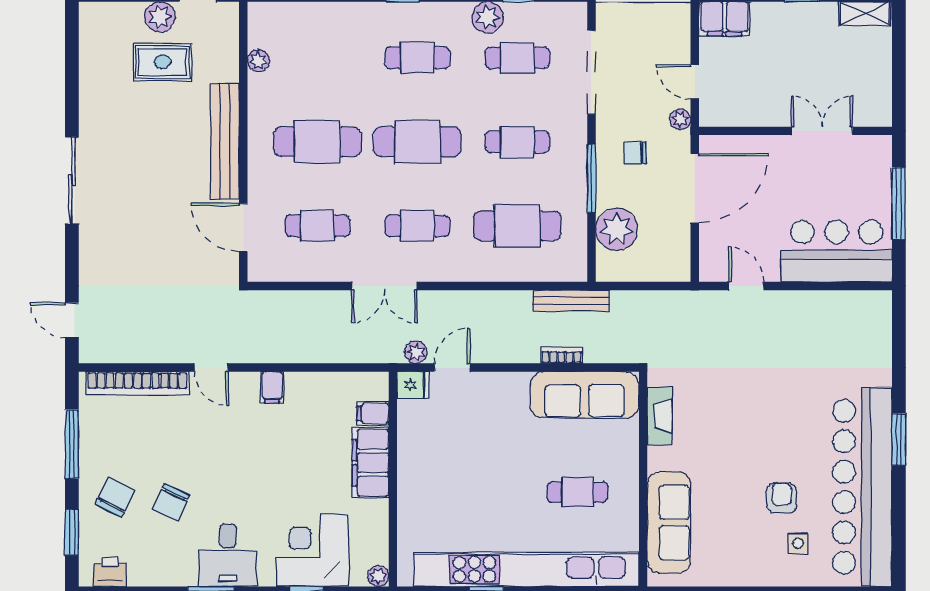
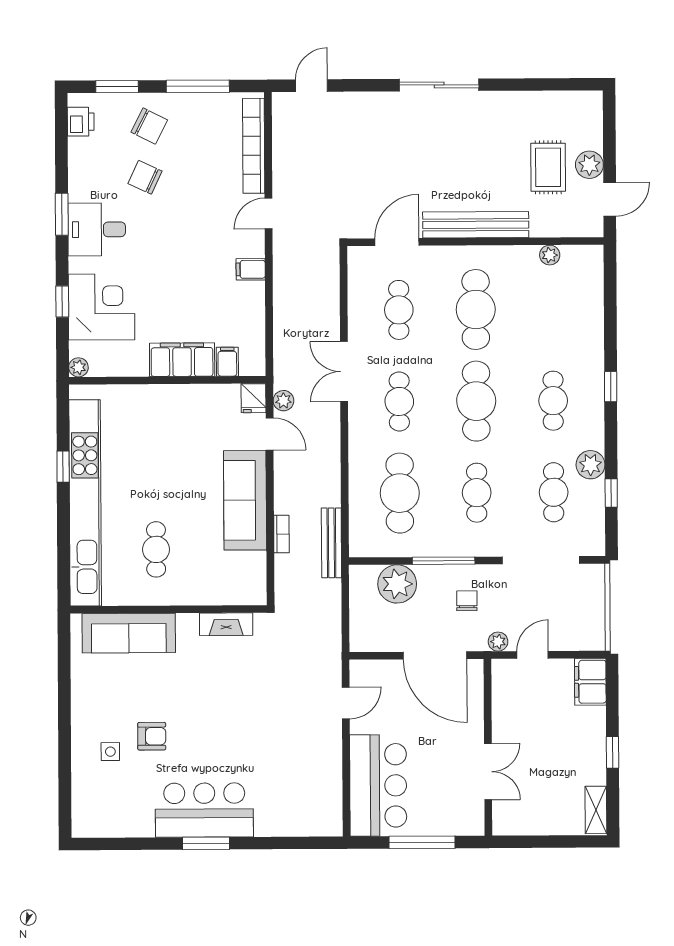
sofa: (585, 395) -> (245, 500), moved
bar counter: (862, 487) -> (204, 810), width x0.54

